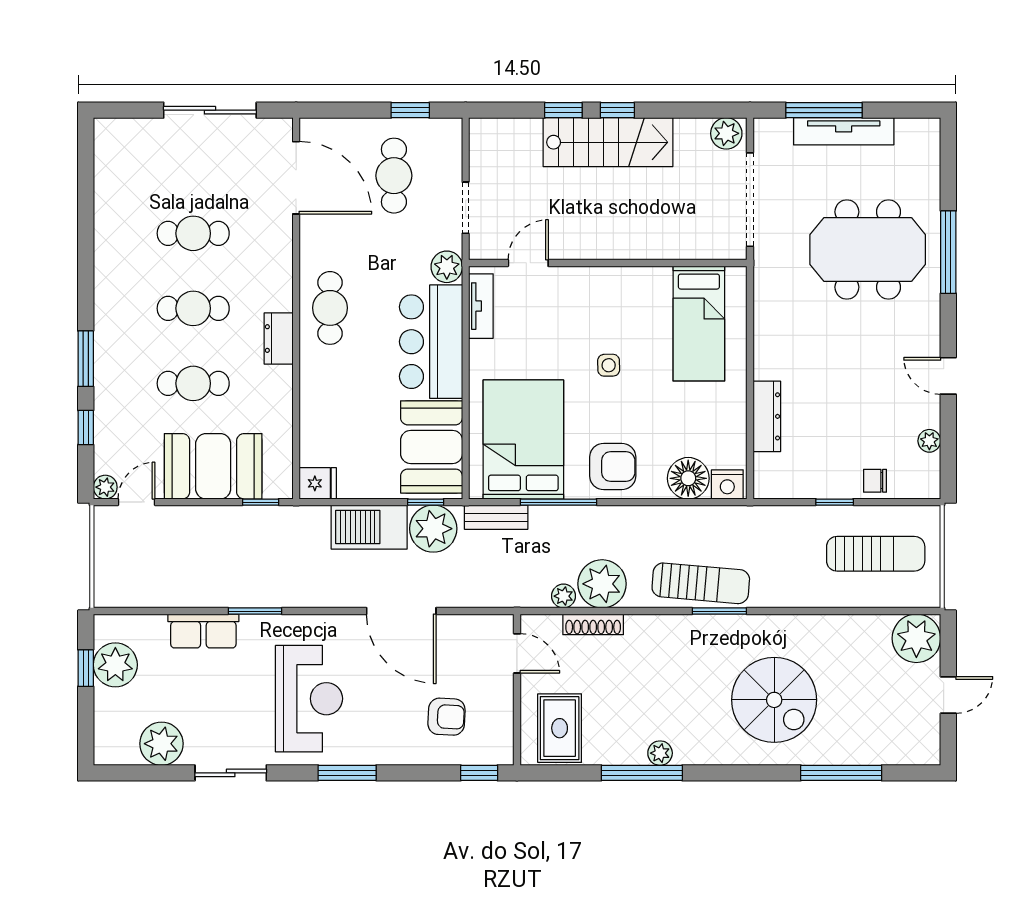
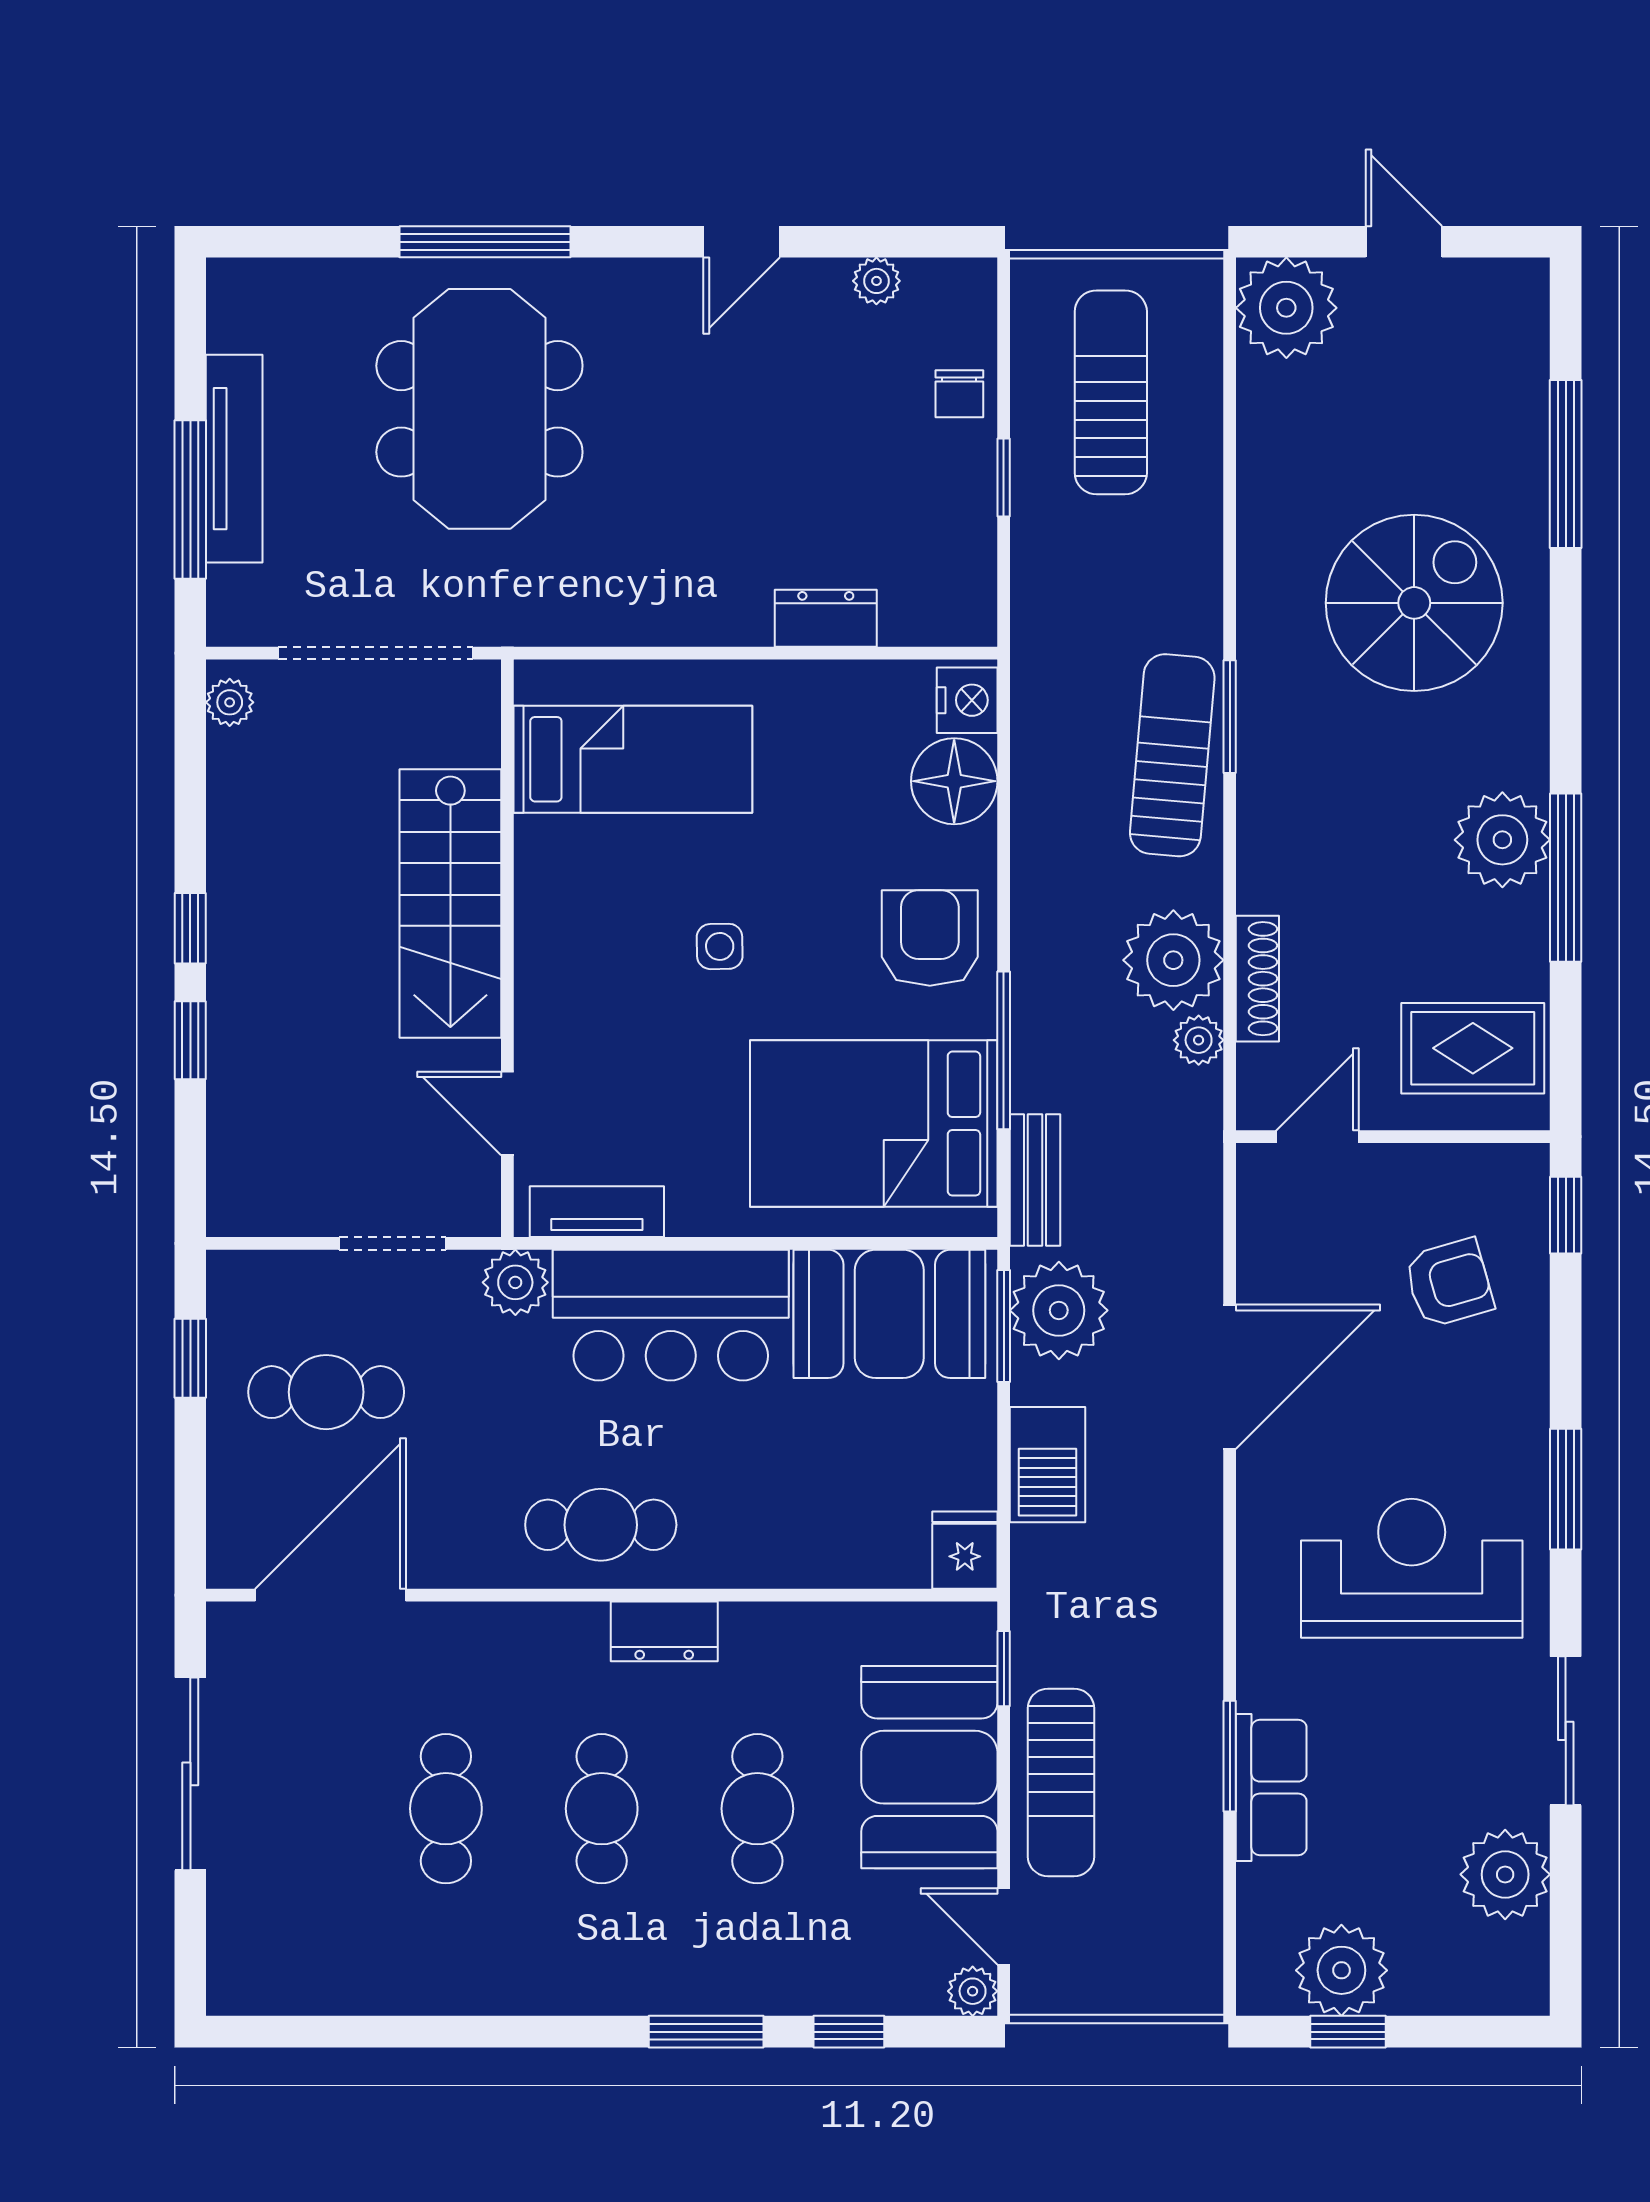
plant: (726, 133) -> (230, 702), width x0.73, depth x0.73
stairs: (608, 142) -> (450, 904), moved, turned 180
dresser: (767, 416) -> (826, 618), width x0.70
window: (426, 502) -> (1004, 1326), width x1.50
barbecue: (369, 527) -> (1048, 1465), width x0.73, depth x0.83
sun lounger: (206, 530) -> (1061, 1782), added
window: (255, 611) -> (1230, 1756), moved
armchair: (446, 717) -> (1449, 1283), turned 71
plant: (660, 753) -> (1502, 840), width x1.88, depth x1.88

